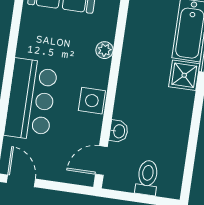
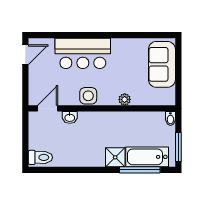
door: (101, 160) -> (48, 108), hinge flipped
toilet: (147, 178) -> (40, 157), moved

